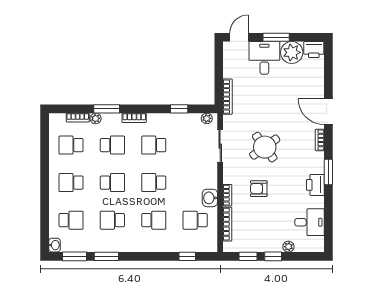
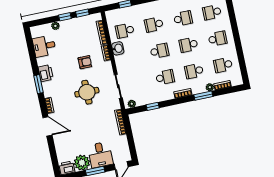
school desk: (71, 145) -> (223, 65), turned 180
round table: (265, 147) -> (87, 92), turned 36
school desk: (195, 220) -> (125, 31), turned 180

